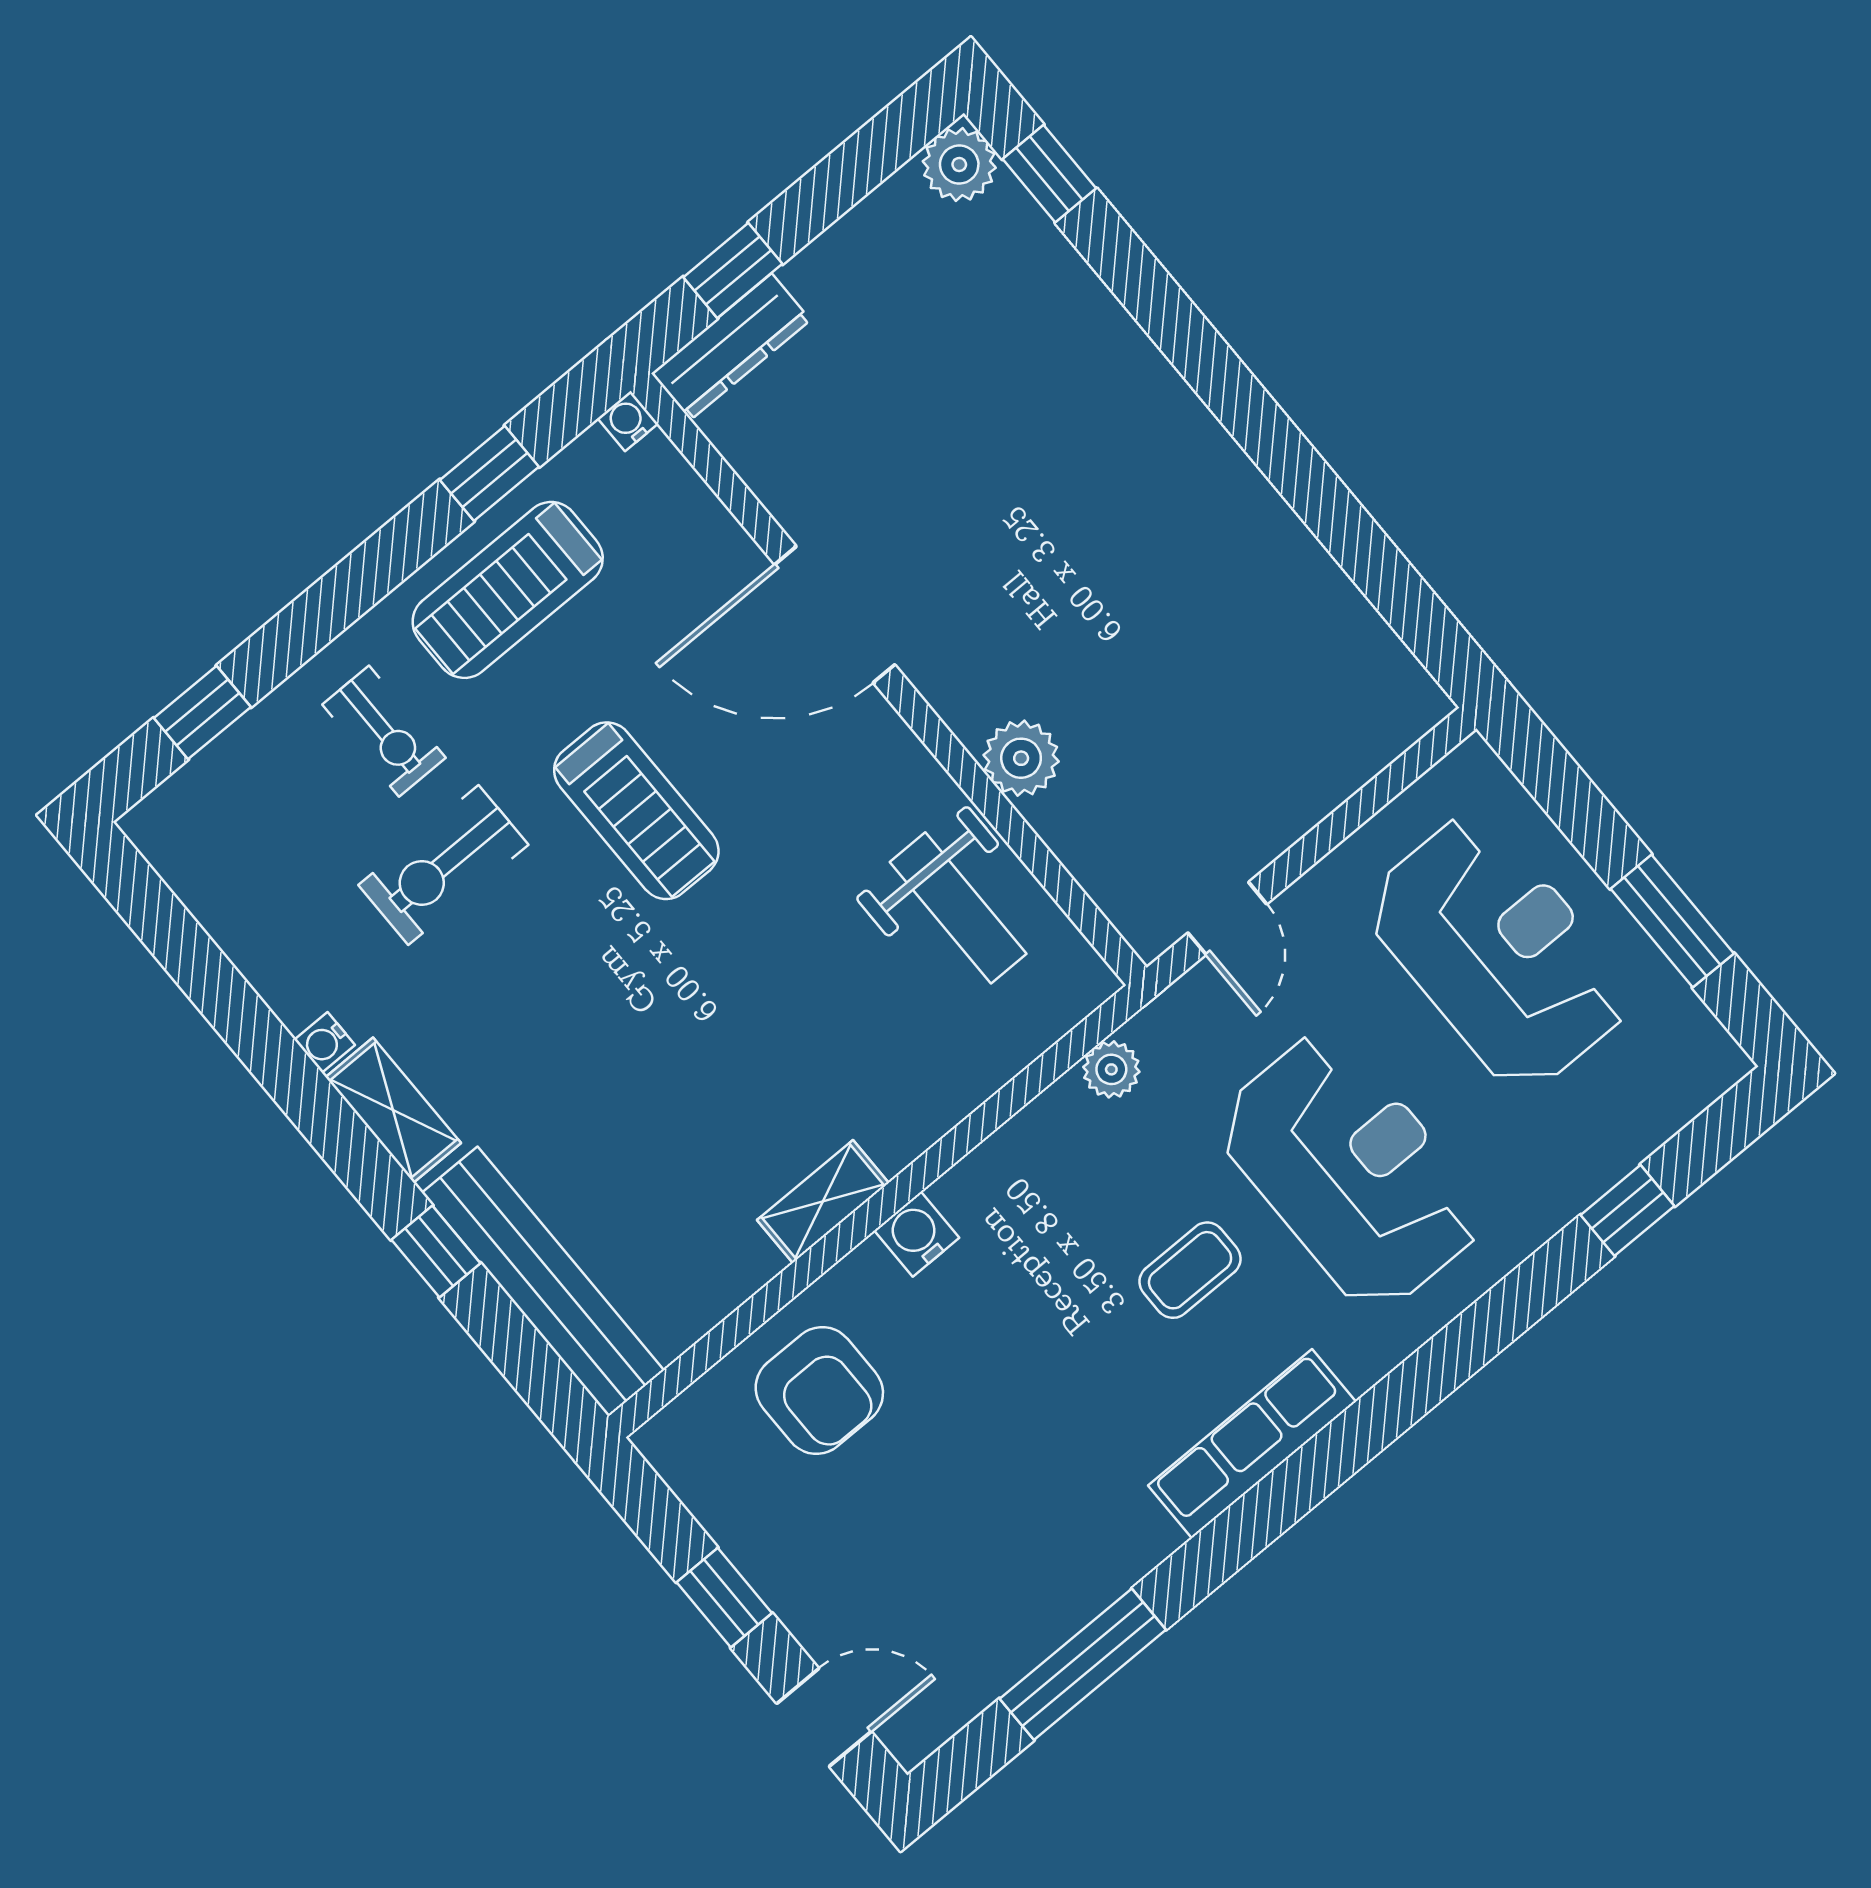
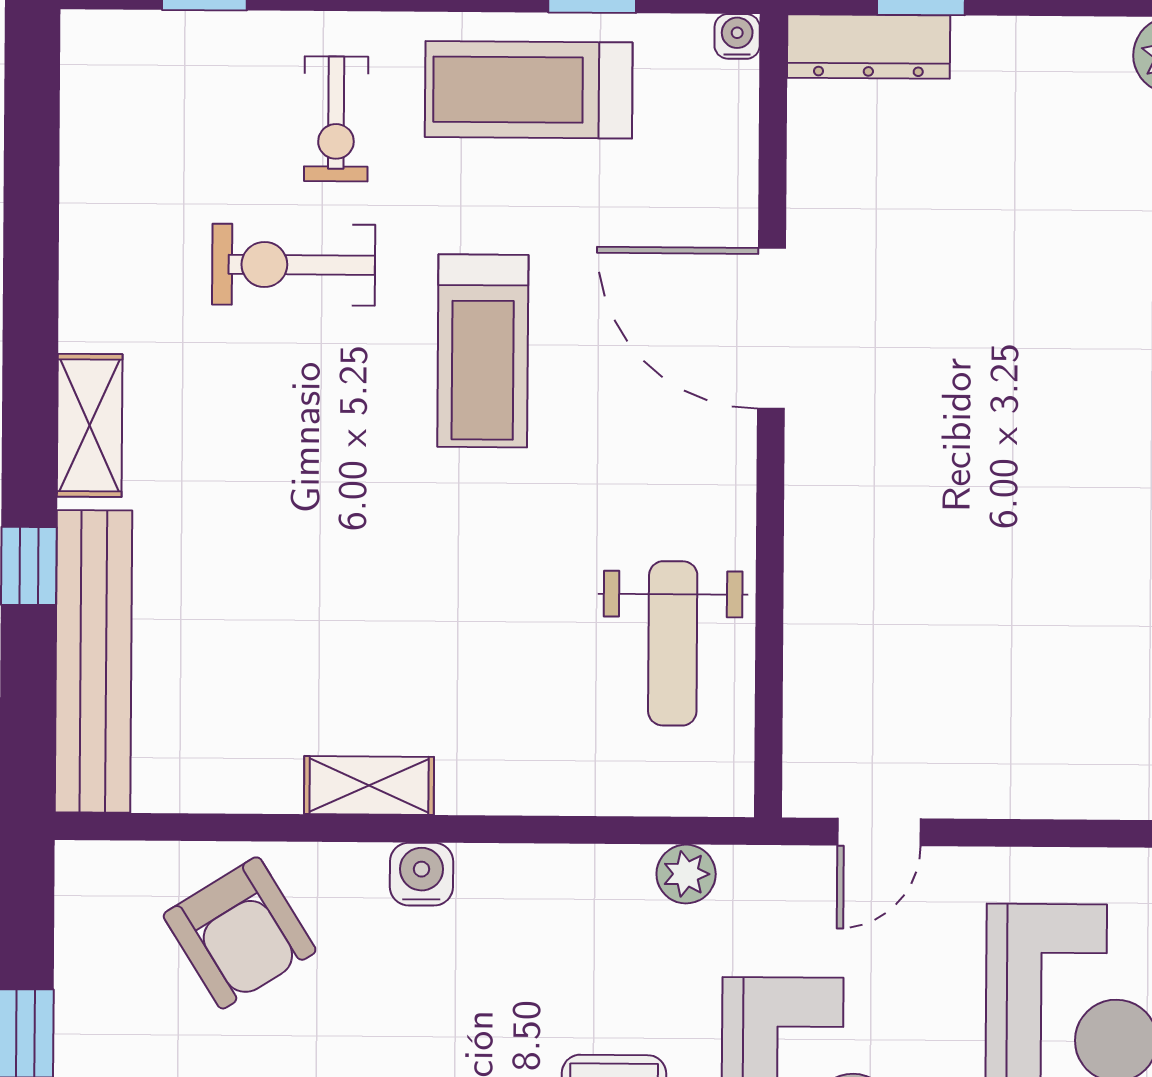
plant: (1021, 758) -> (823, 567), removed
water cooler: (325, 1042) -> (81, 326), removed
armchair: (819, 1390) -> (240, 933), turned -32

